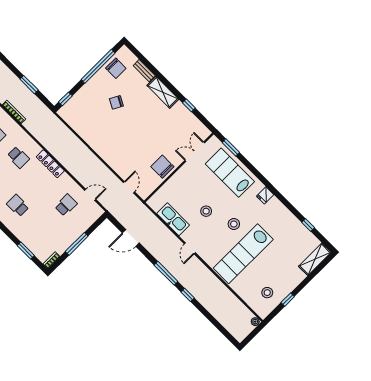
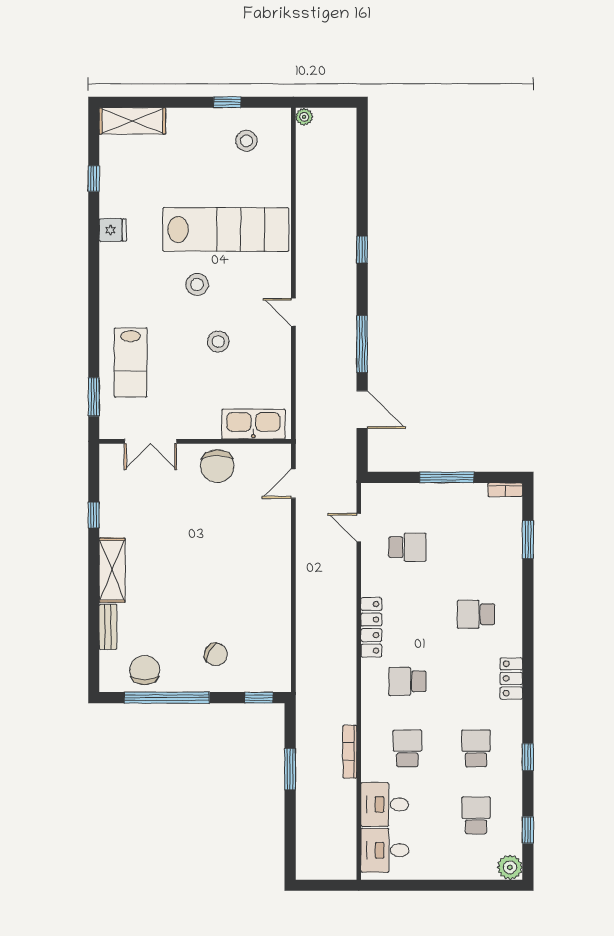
chair: (116, 102) -> (216, 654), moved
school desk: (18, 157) -> (407, 681), turned -90
lab bench: (230, 173) -> (131, 363), width x0.73, depth x0.72
fridge: (265, 195) -> (113, 230), moved
school desk: (66, 205) -> (407, 547), turned 180
school desk: (18, 206) -> (476, 614), turned 90
kitchen sink: (173, 219) -> (253, 424), moved, turned 90
door: (190, 248) -> (293, 312), swing flipped
window: (166, 273) -> (362, 344), moved

